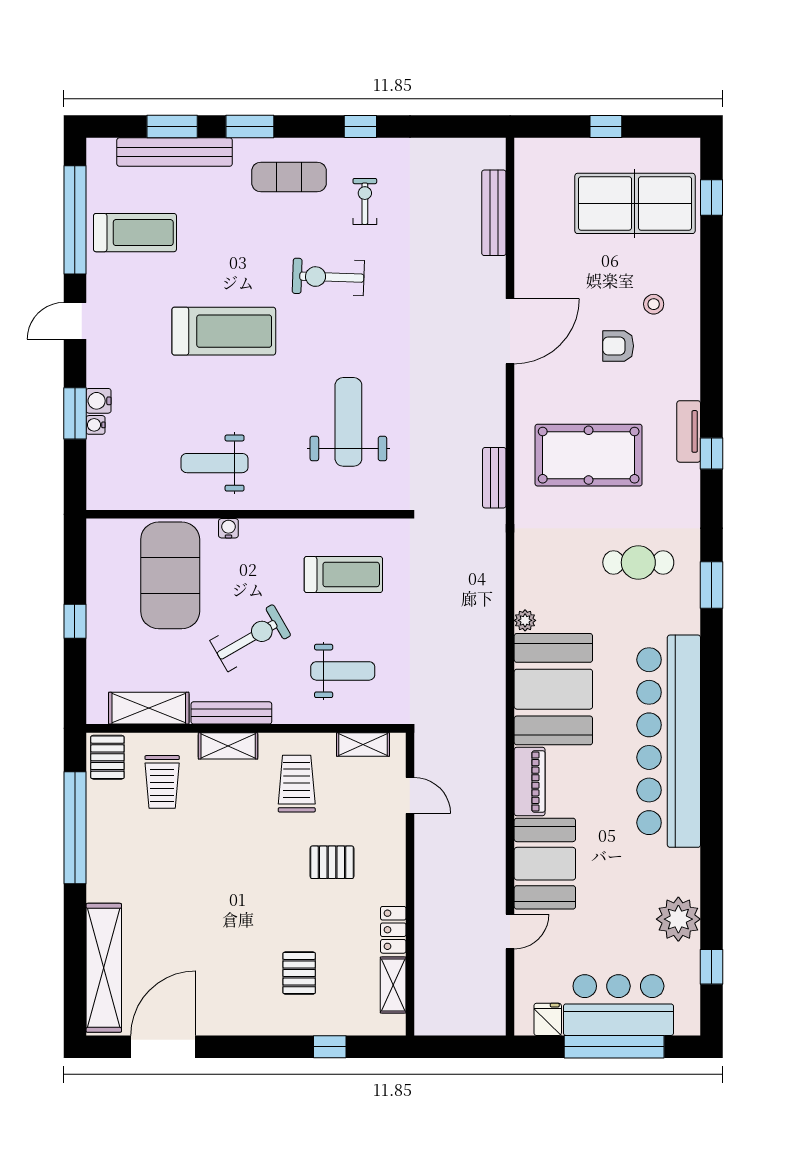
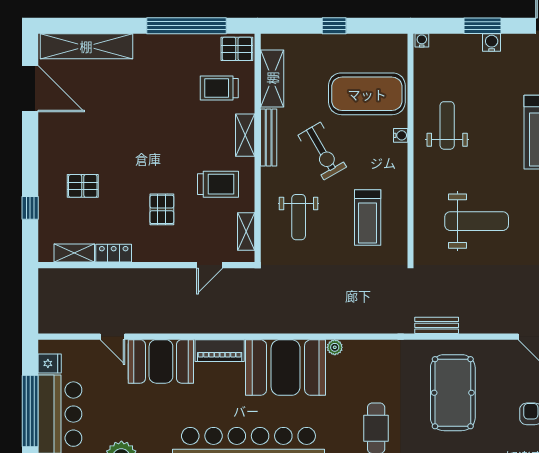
water cooler: (96, 425) -> (422, 40), moved

